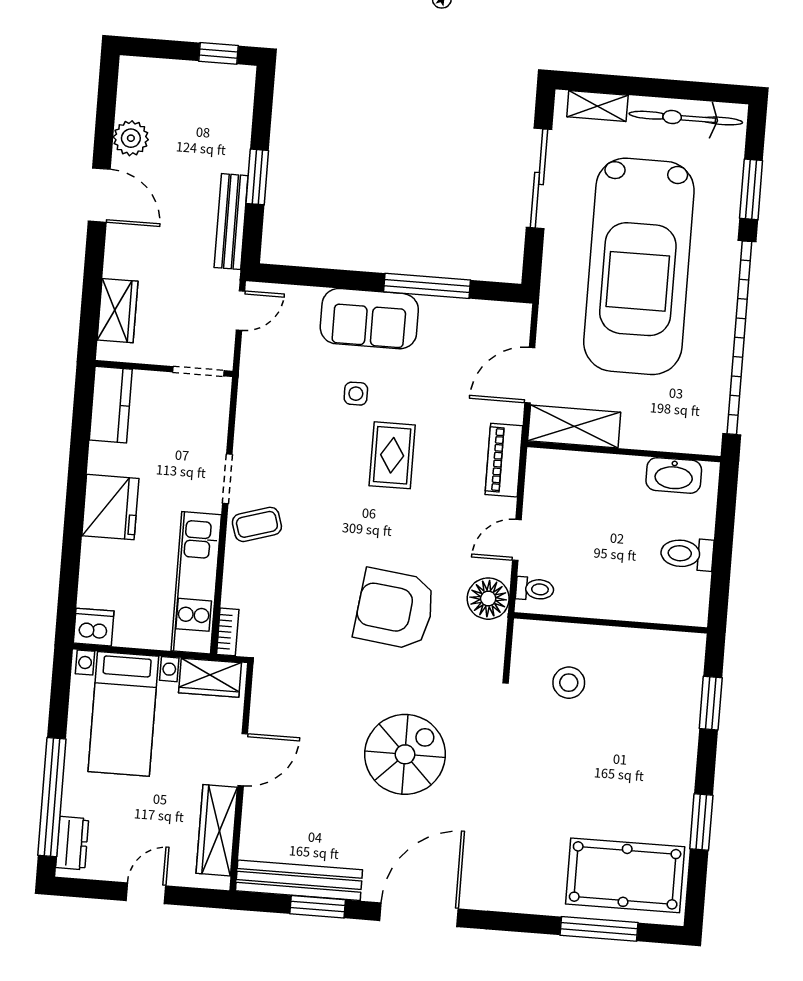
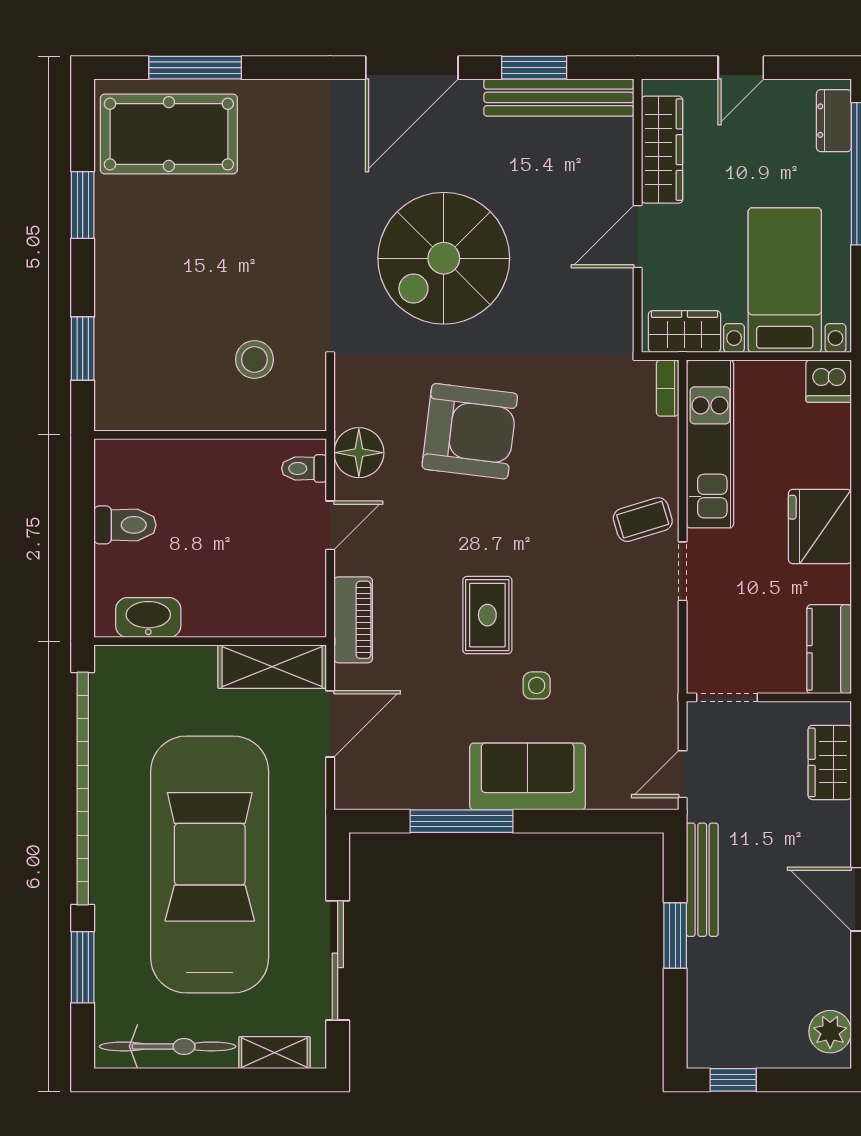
plant: (131, 138) -> (830, 1032), moved
spiral stairs: (405, 754) -> (444, 258), width x1.37, depth x1.37

